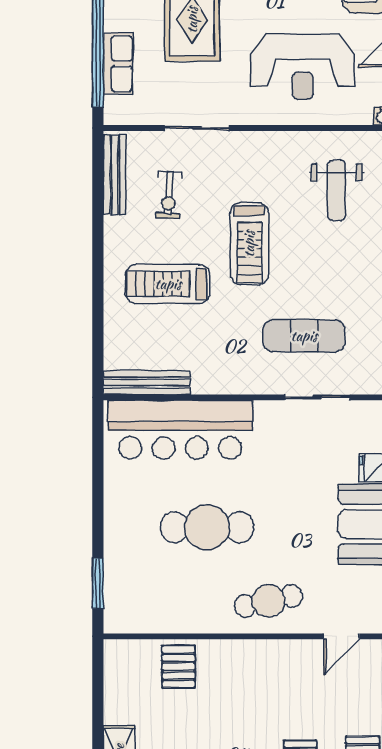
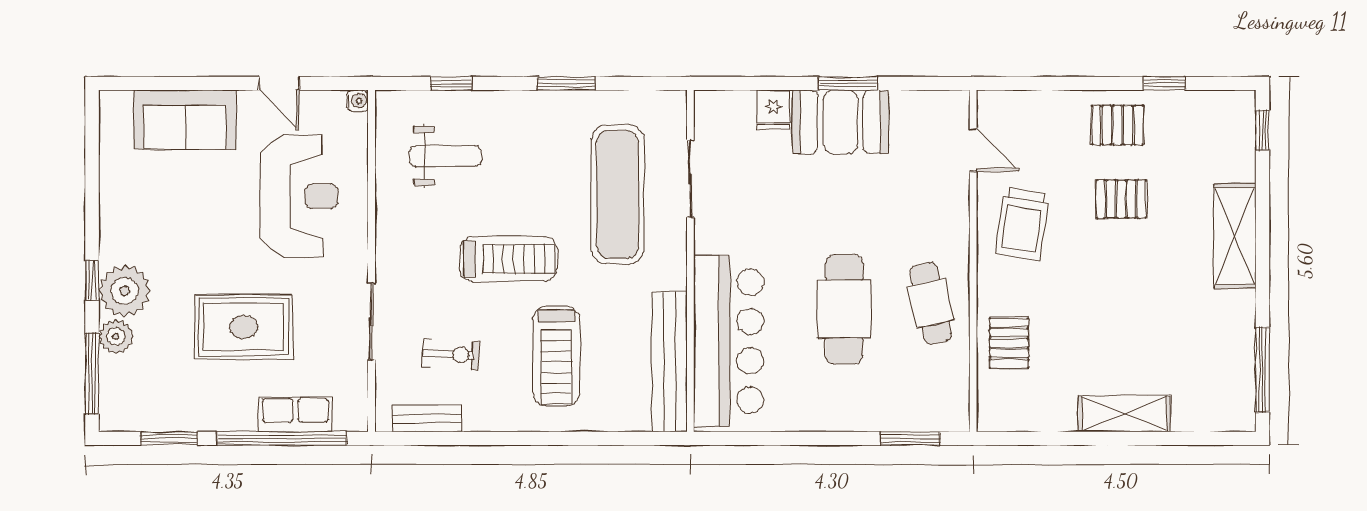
bench: (115, 175) -> (427, 419), width x0.73
exercise mat: (304, 336) -> (618, 195), width x1.36, depth x1.45
bench: (147, 383) -> (670, 362), width x1.37, depth x1.21
cafe table: (268, 601) -> (931, 303), moved
pallet: (178, 667) -> (1009, 343), turned 90
trolley: (279, 678) -> (1022, 224), added

